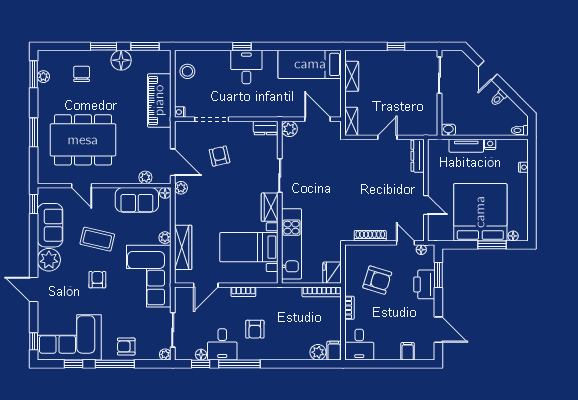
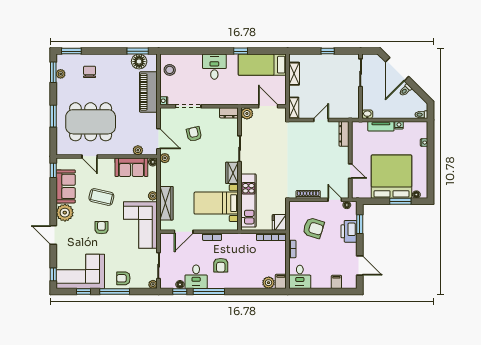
window: (104, 46) -> (71, 51), moved
window: (242, 46) -> (241, 51), moved
floor lamp: (121, 60) -> (139, 62), moved
door: (488, 70) -> (397, 69), width x1.88

